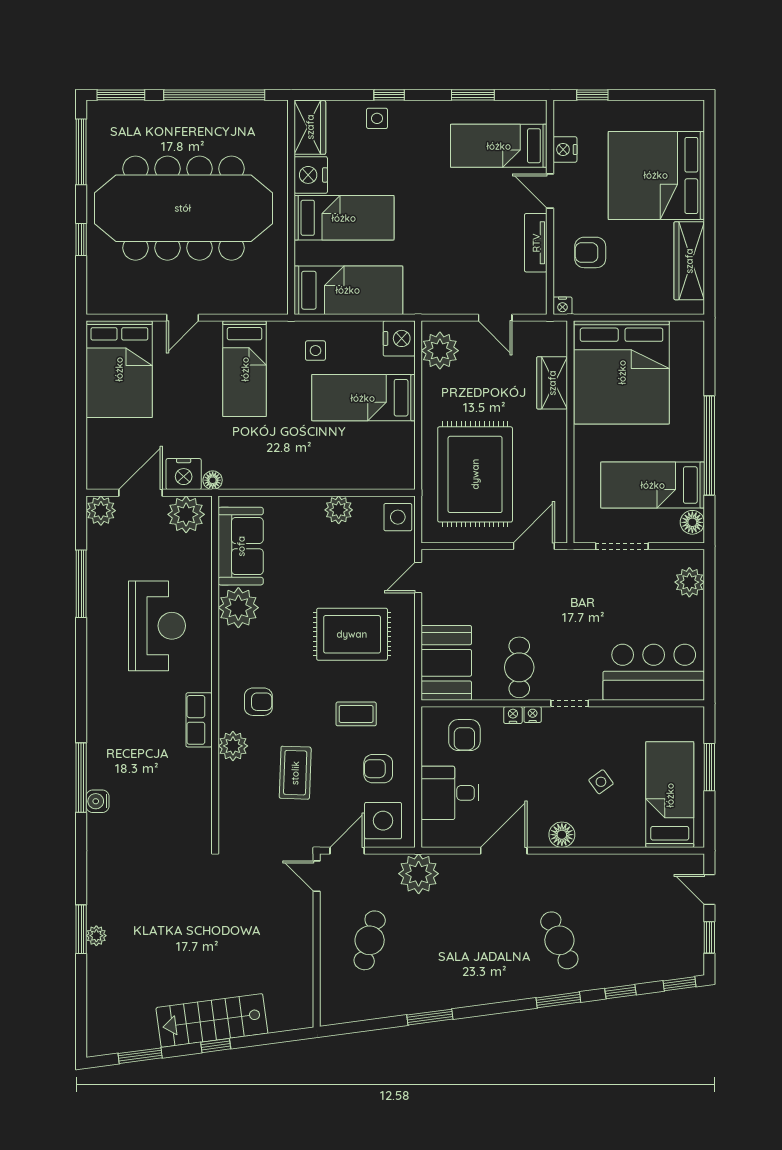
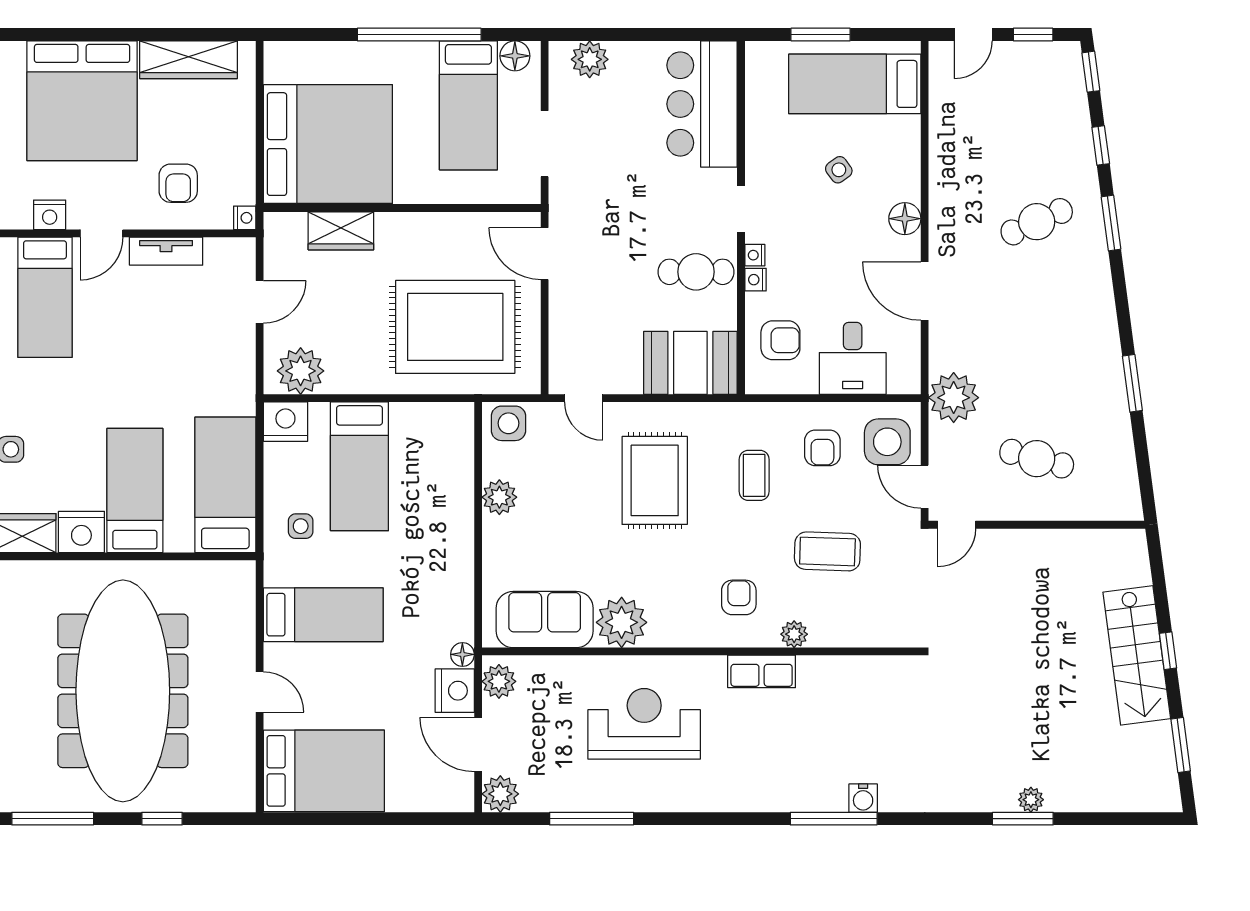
plant: (186, 514) -> (499, 681), width x0.73, depth x0.73
plant: (233, 746) -> (794, 634), width x0.73, depth x0.73

